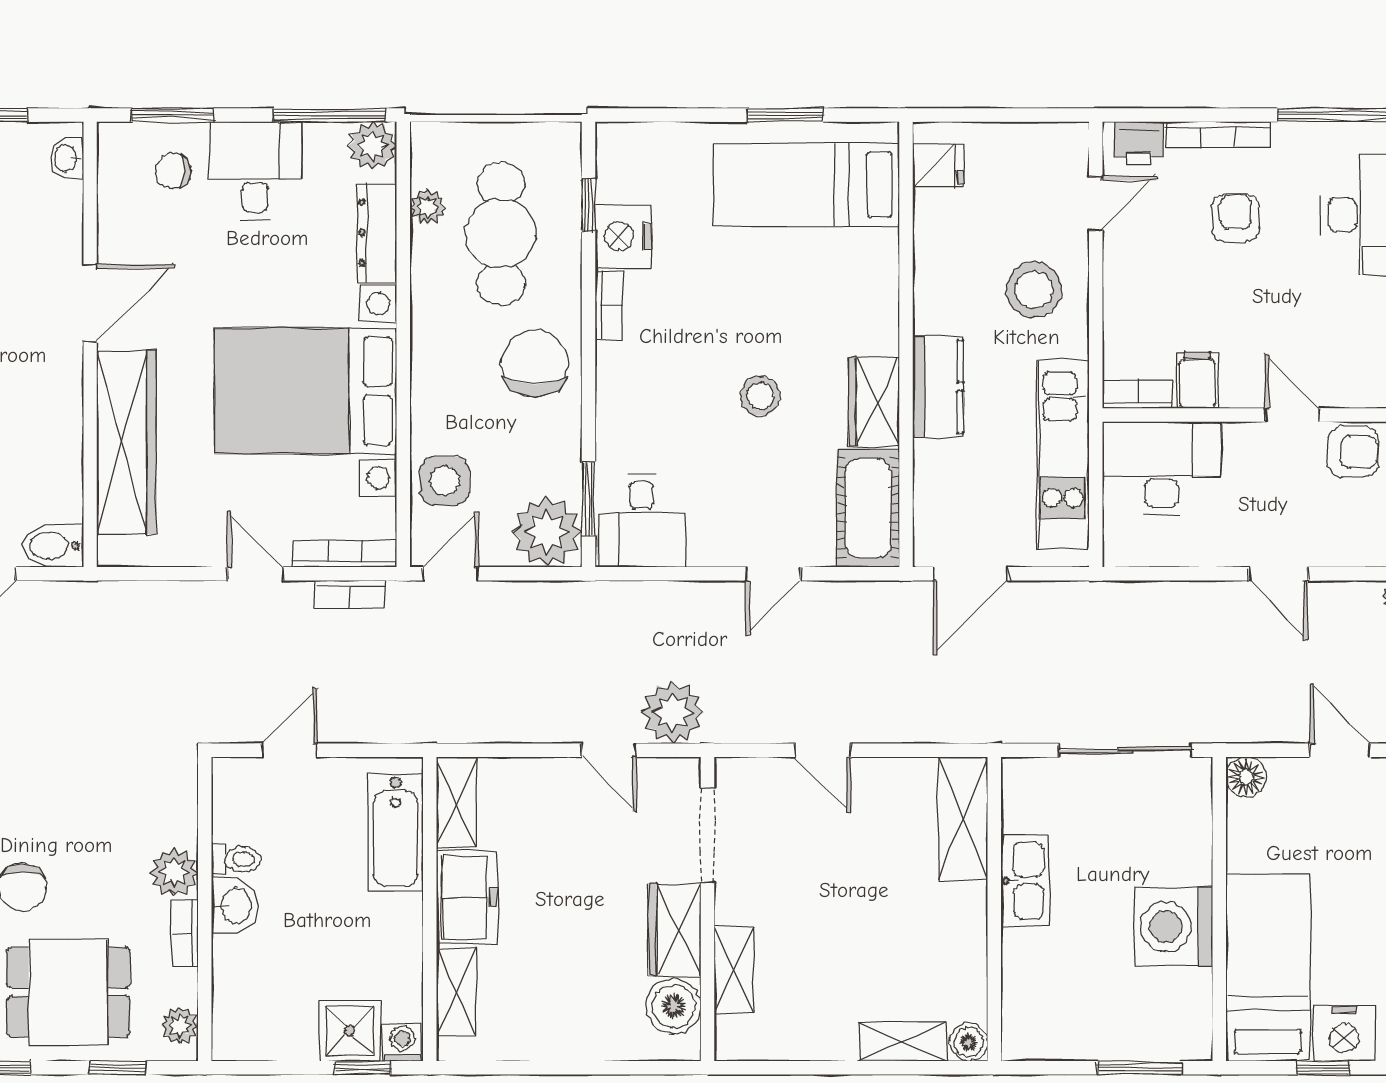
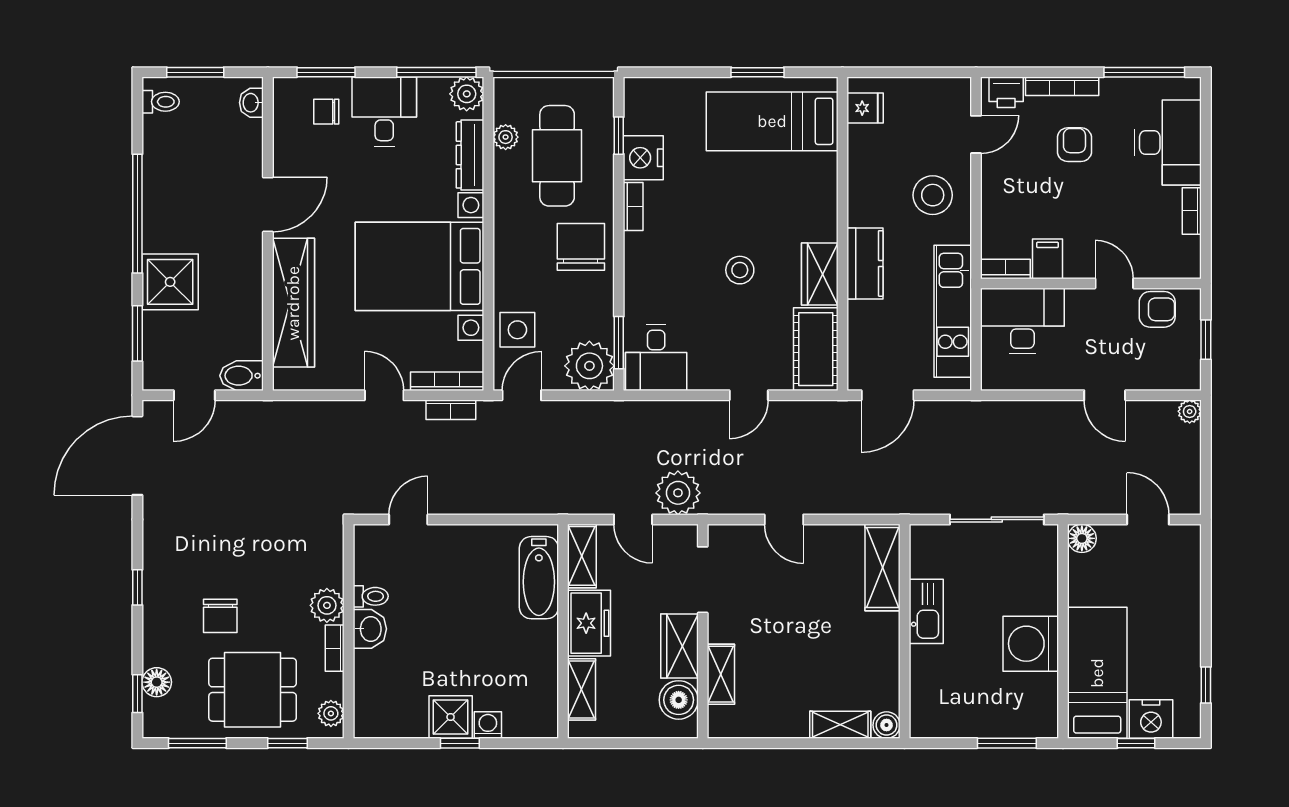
shelving: (457, 802) -> (582, 556), moved
bathtub: (396, 833) -> (539, 578), moved
freezer: (467, 897) -> (589, 623), moved
wall: (430, 909) -> (563, 631), moved
shelving: (456, 992) -> (581, 689), moved

